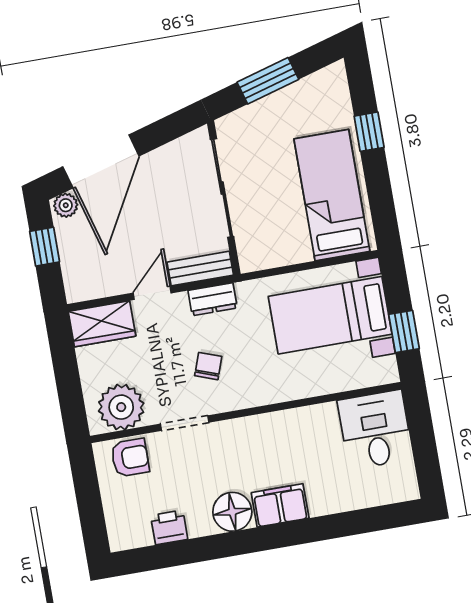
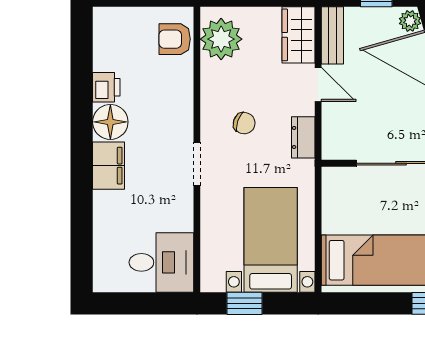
bench: (200, 269) -> (332, 35), moved
doorway: (185, 423) -> (197, 164), moved
armchair: (130, 458) -> (175, 39), turned 90
printer: (169, 527) -> (106, 87), moved

